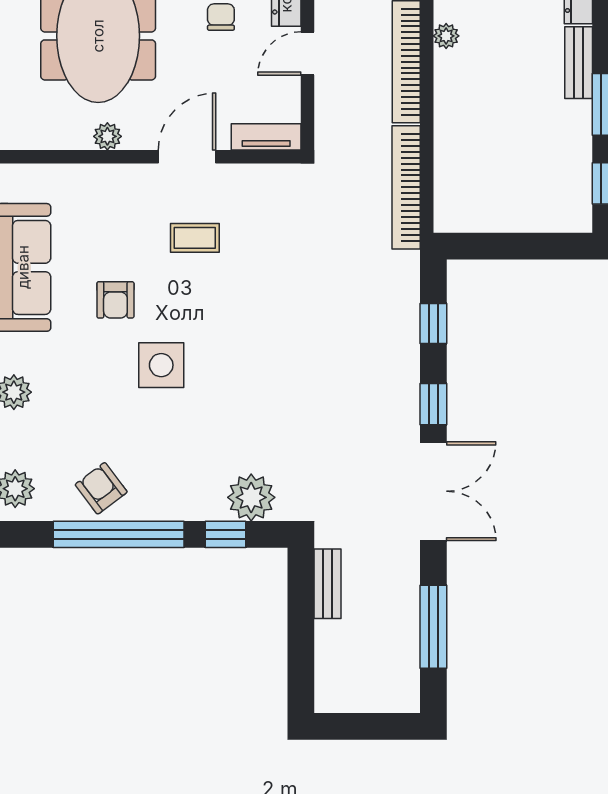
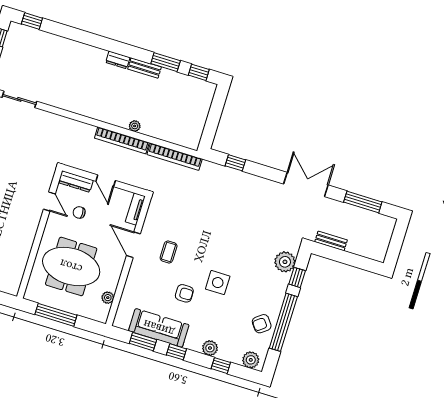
plant: (446, 36) -> (135, 126), moved
plant: (107, 136) -> (108, 298), moved
window: (433, 404) -> (269, 173), removed

